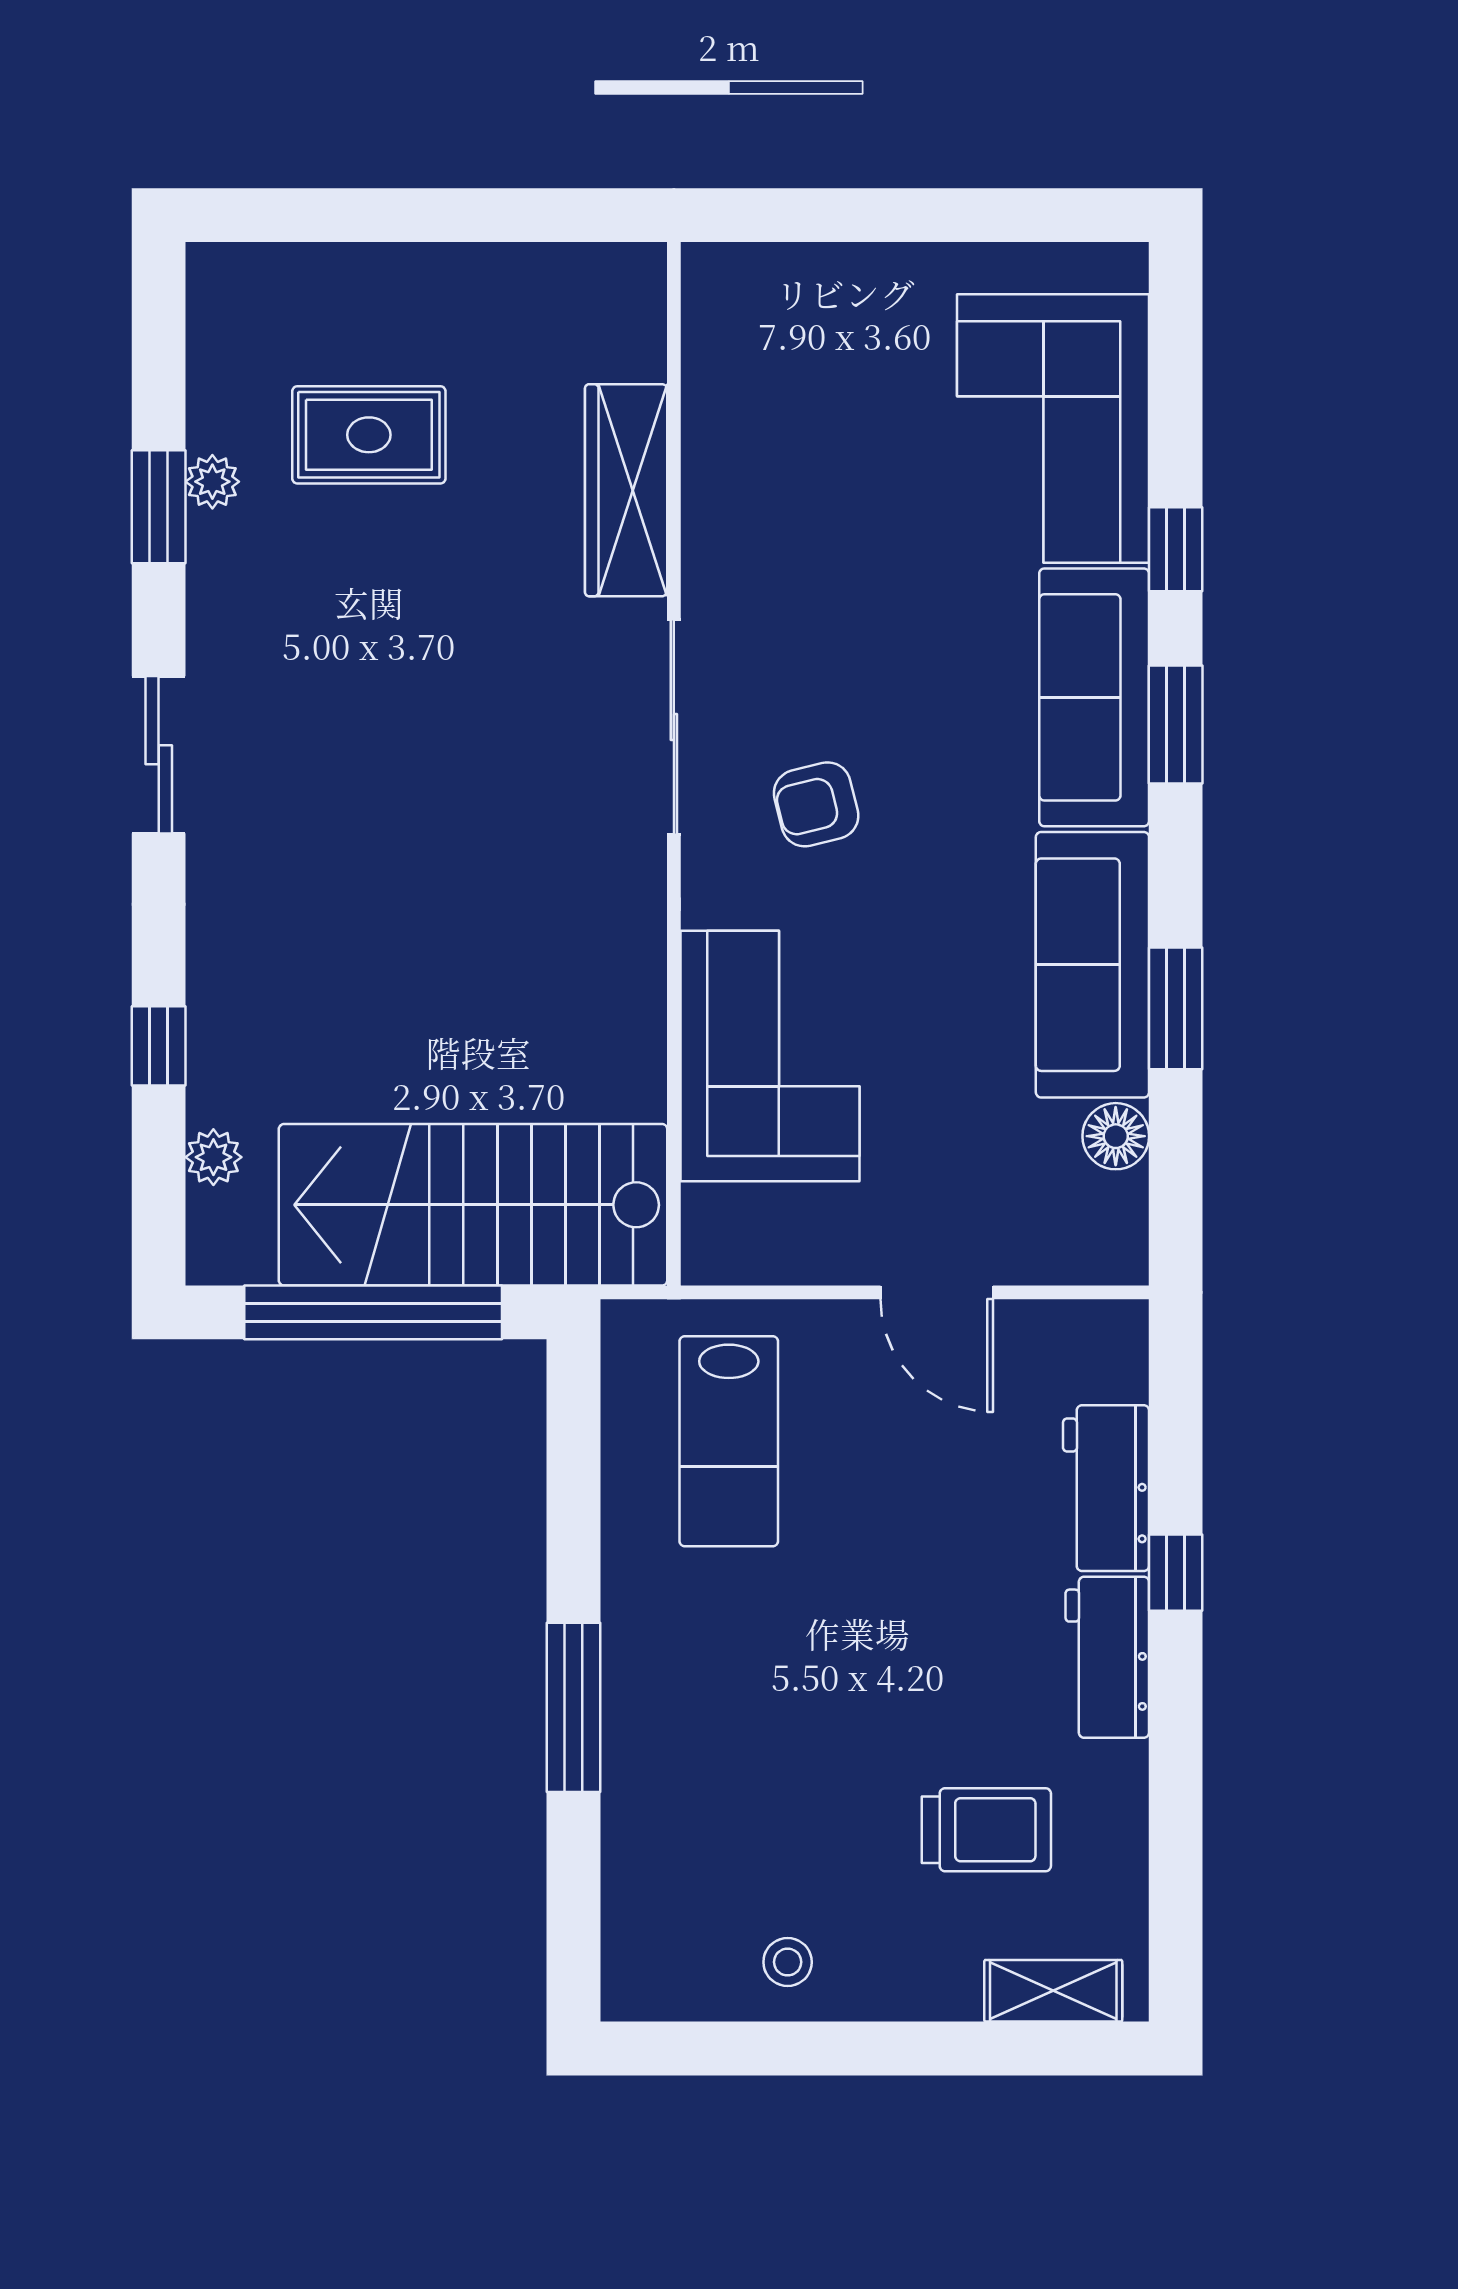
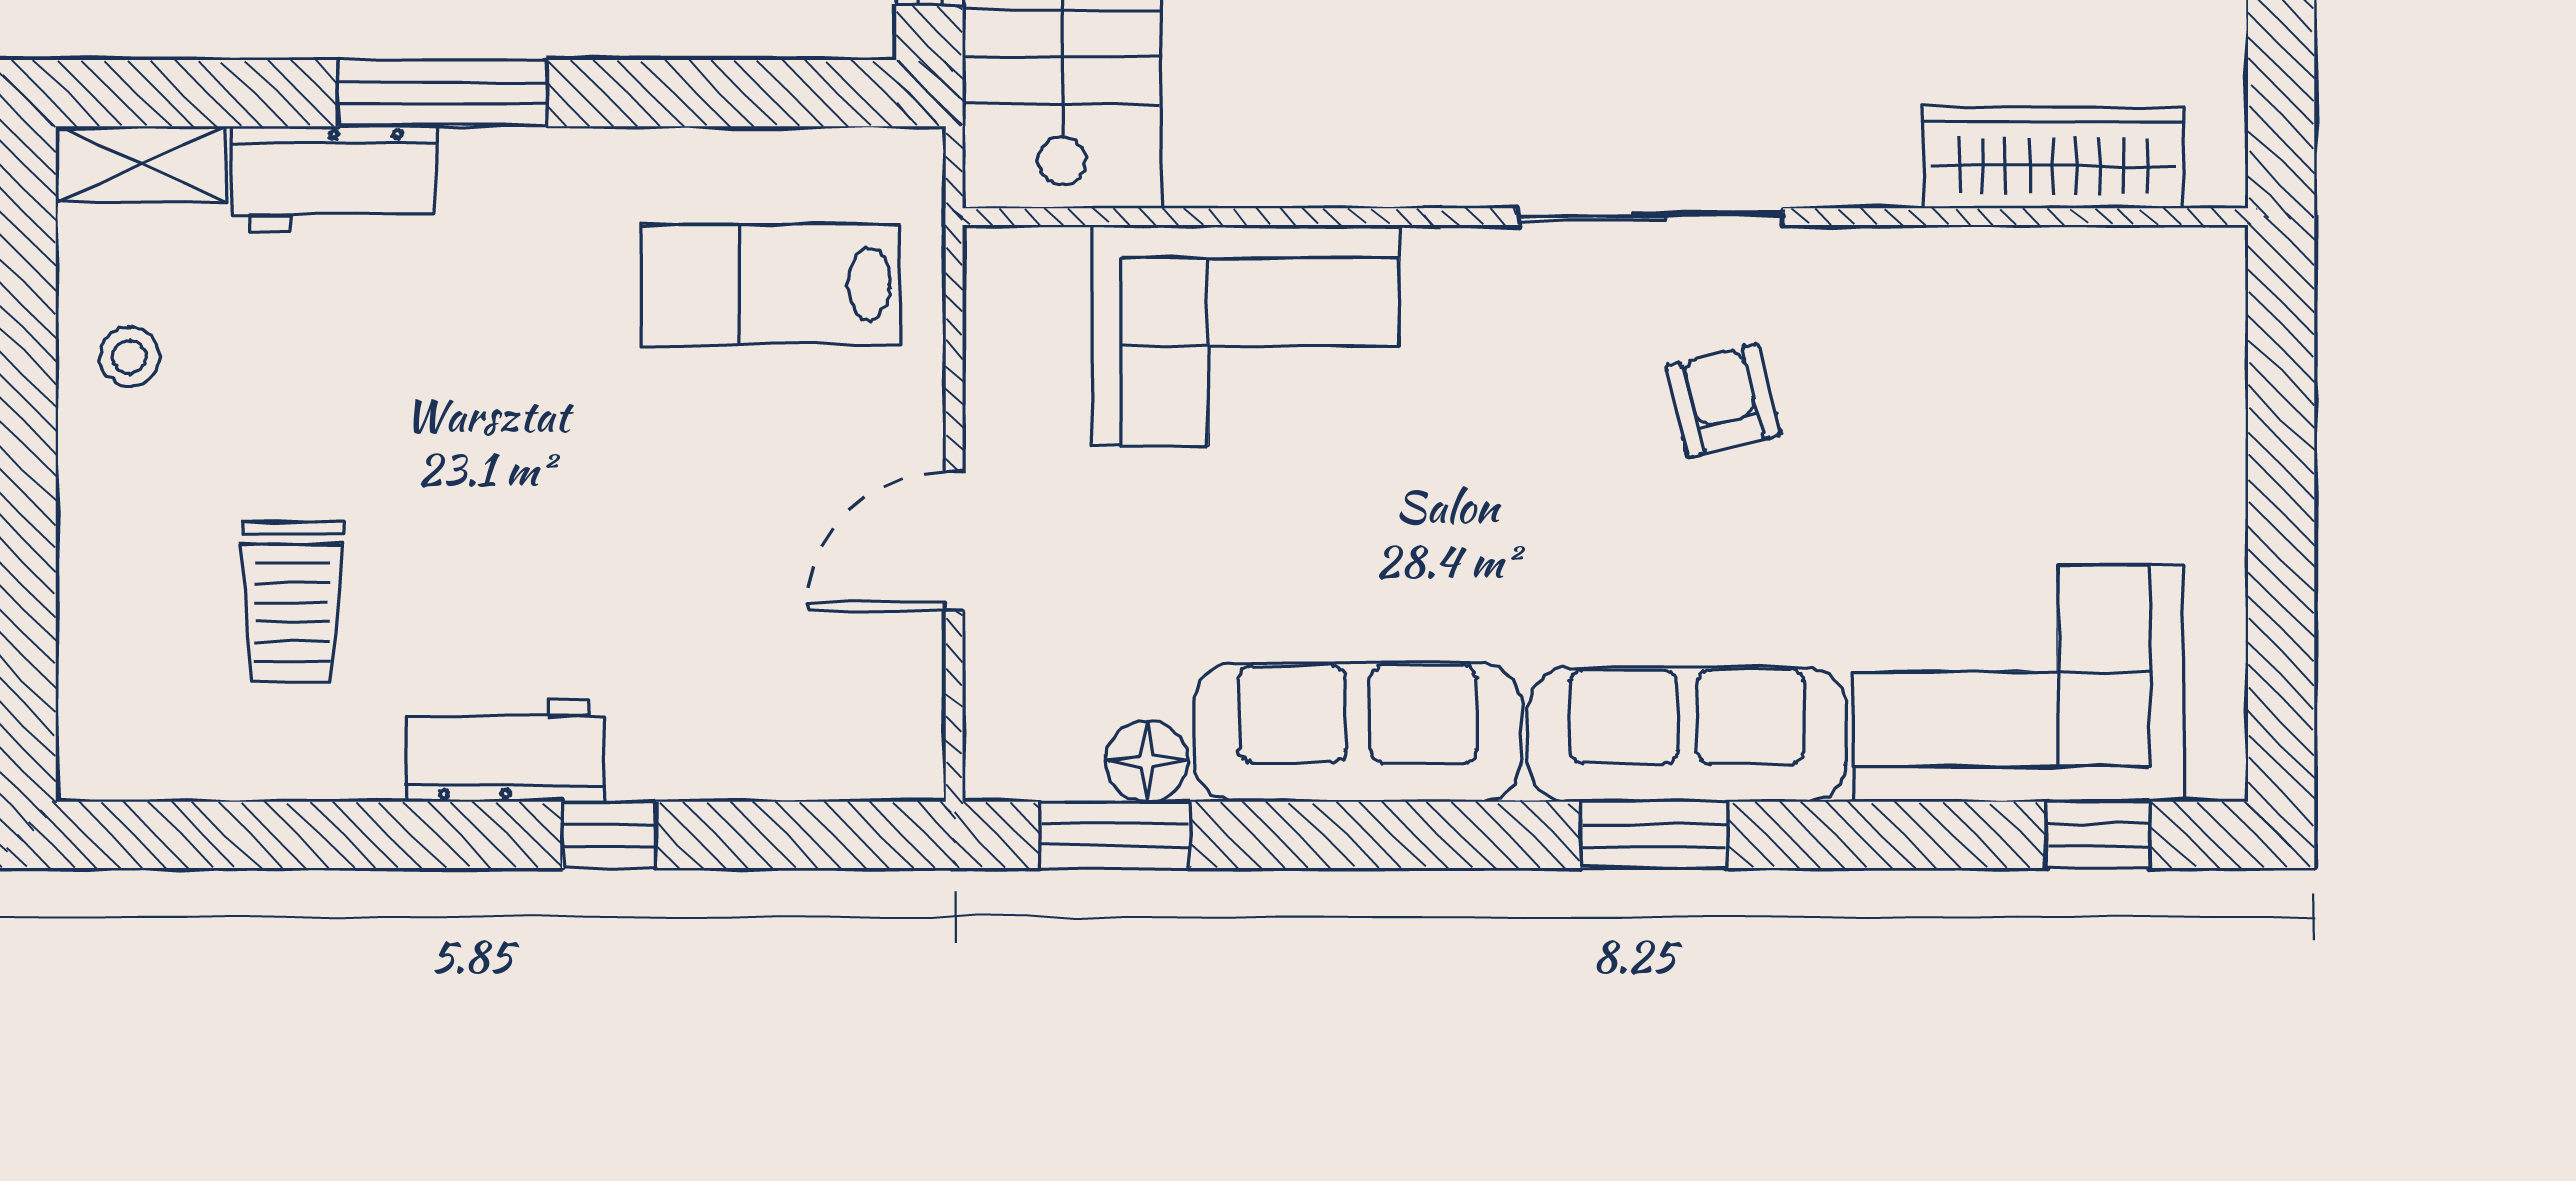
wardrobe: (626, 490) -> (2053, 158), moved
window: (1176, 549) -> (2098, 835), moved
armchair: (816, 804) -> (1723, 401), moved
window: (1176, 1008) -> (1115, 835), moved
workbench: (1106, 1488) -> (335, 179), moved, turned 180
shelving: (1053, 1991) -> (141, 164), moved, turned 90

